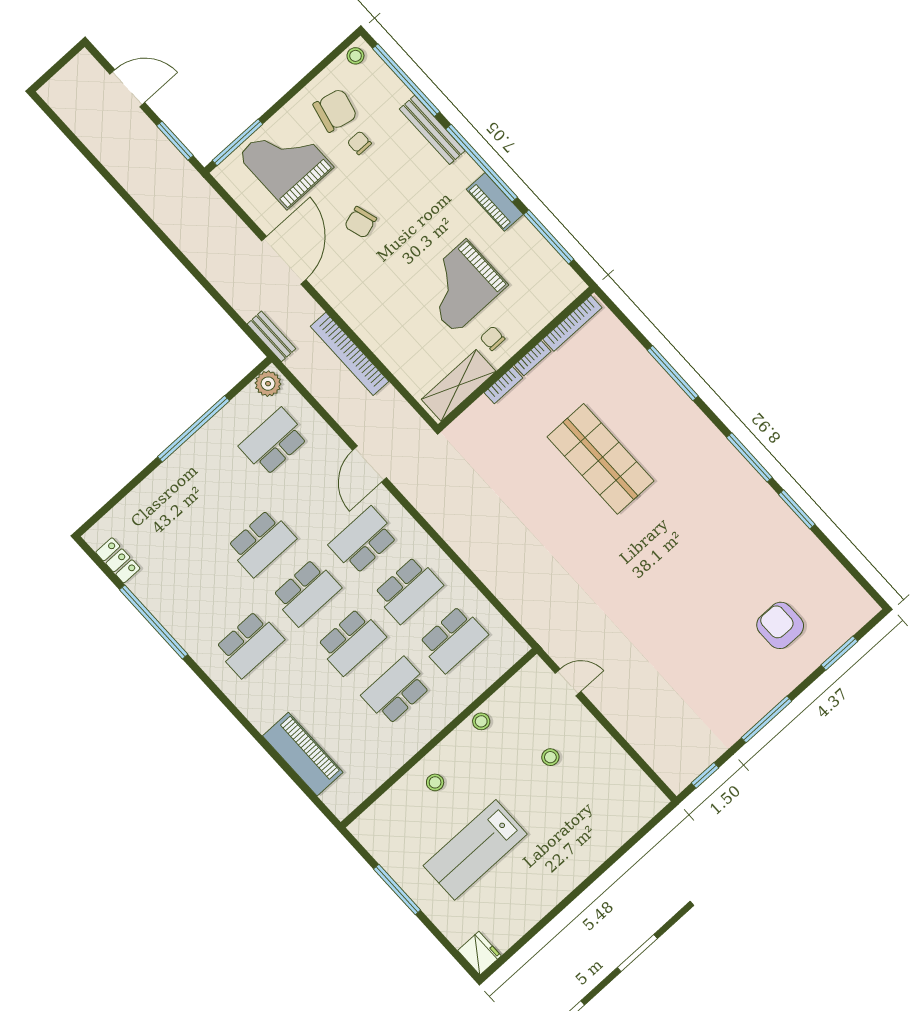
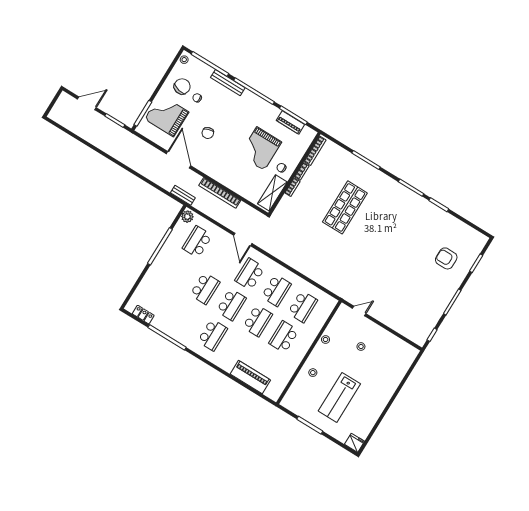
piano: (495, 202) -> (290, 122), moved
shop shelf: (600, 459) -> (345, 207), turned 90

